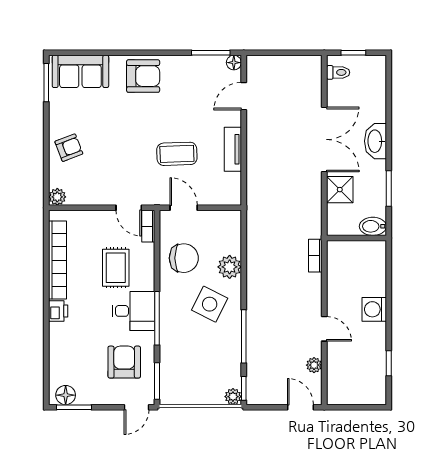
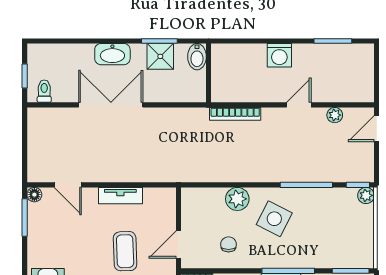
shower: (340, 190) -> (160, 56), moved
bookcase: (315, 256) -> (235, 114), width x1.56
chair: (184, 258) -> (229, 244), width x0.54, depth x0.54
window: (389, 363) -> (333, 41), width x1.50

